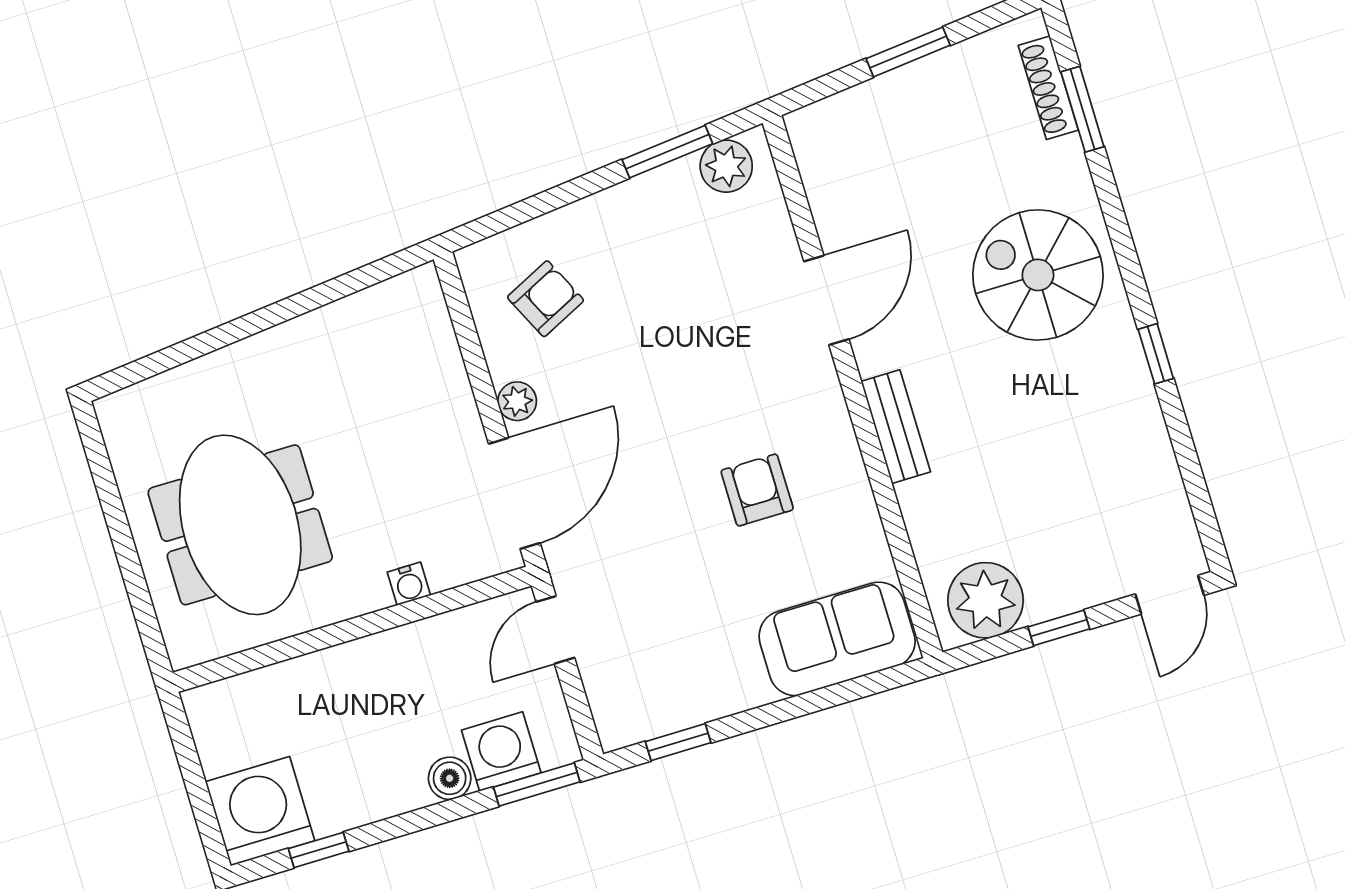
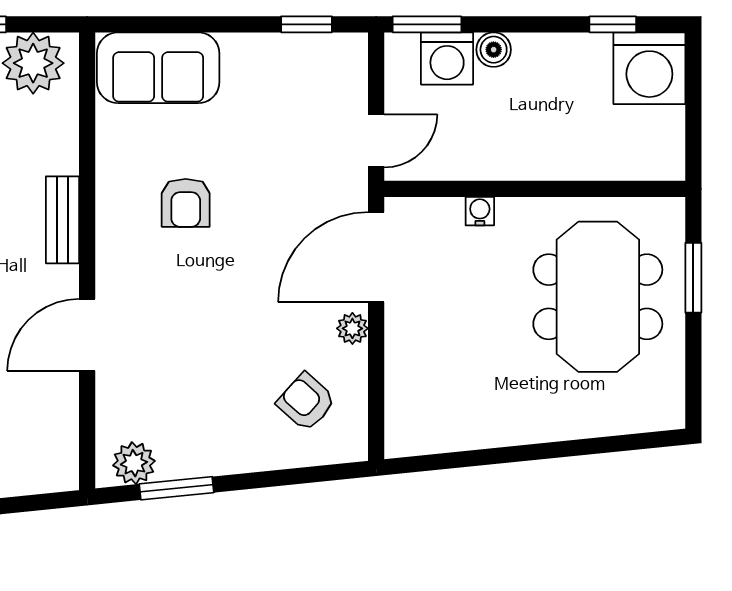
armchair: (546, 299) -> (306, 402), turned 68
window: (135, 581) -> (693, 278), added

